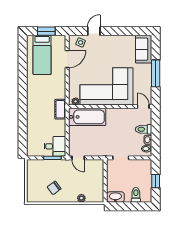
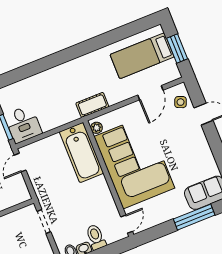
door: (67, 59) -> (150, 93), hinge flipped
window: (156, 73) -> (194, 217), moved
cot: (60, 109) -> (92, 105), moved

